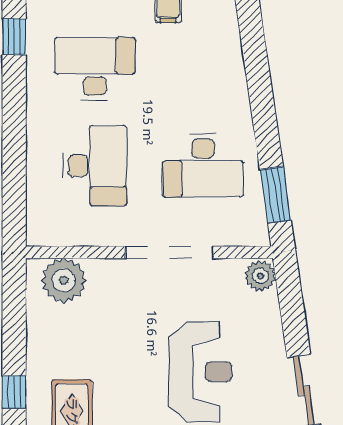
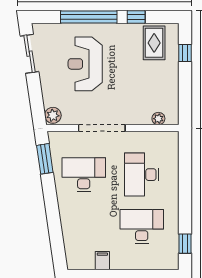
desk: (95, 69) -> (142, 226), turned 180
plant: (64, 280) -> (158, 119), width x0.53, depth x0.53

